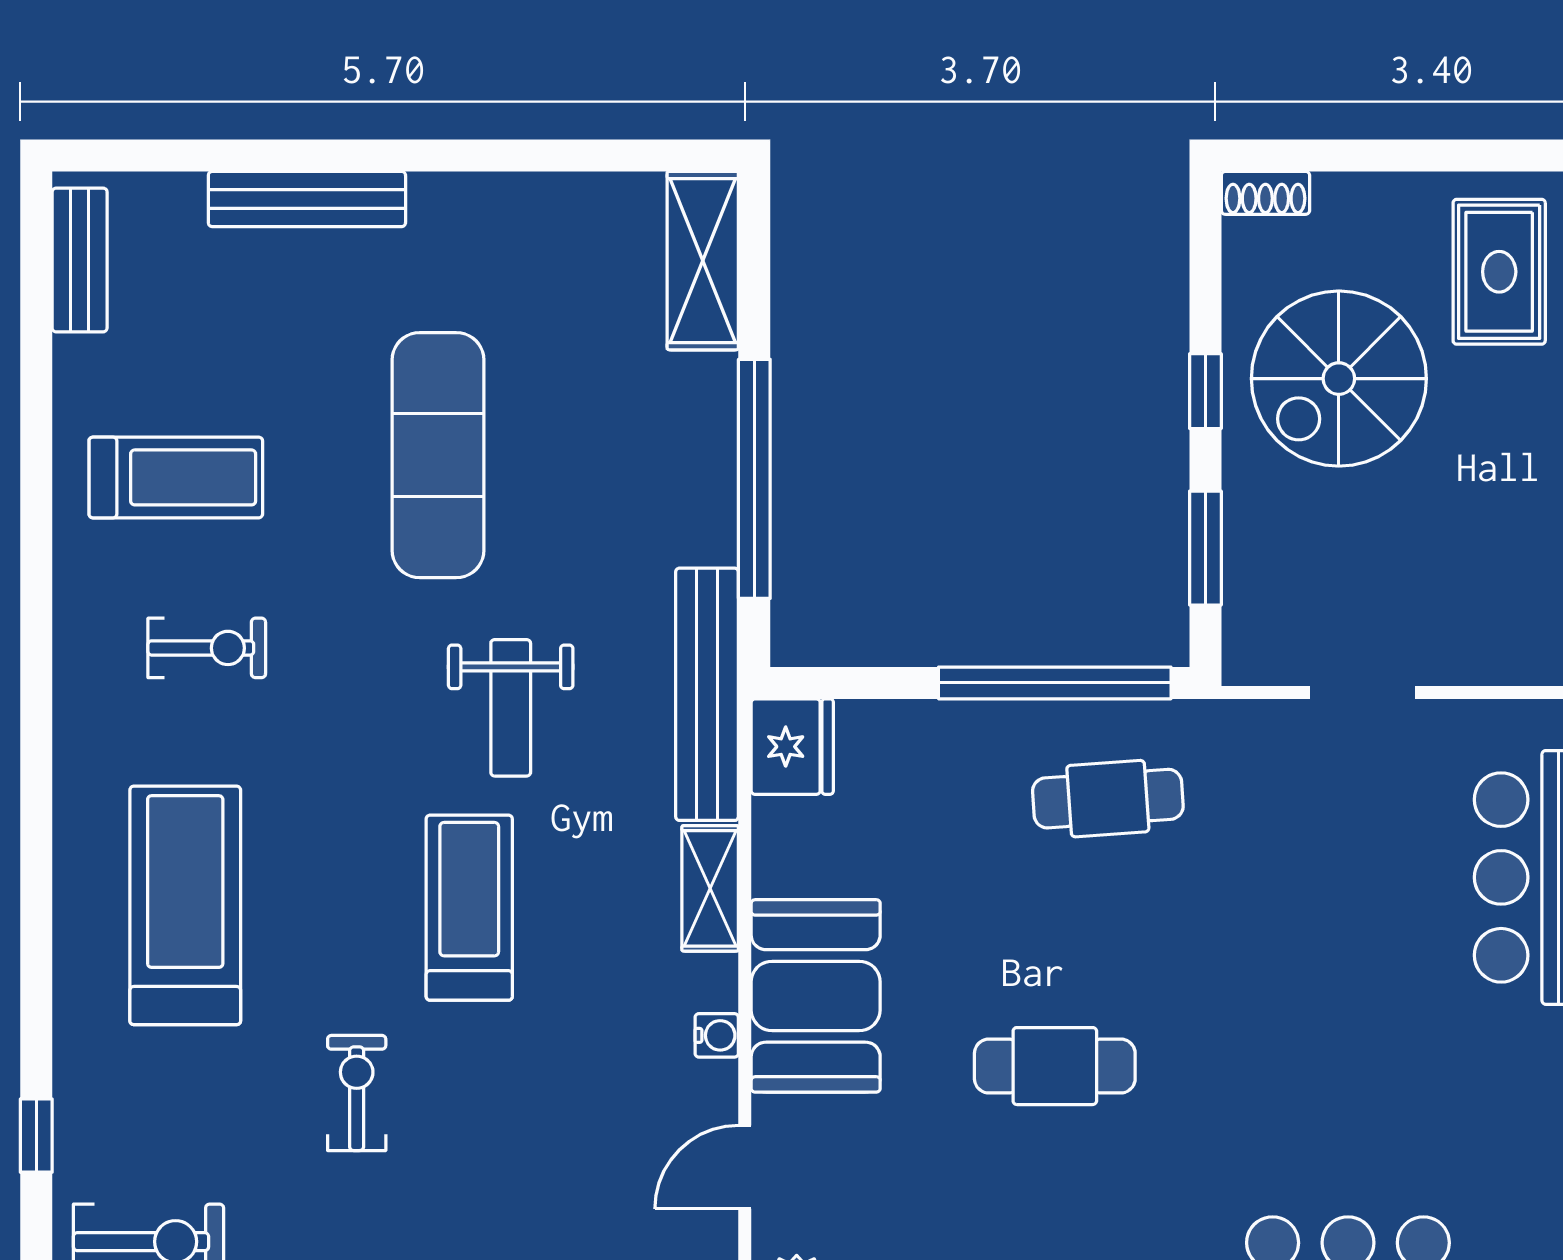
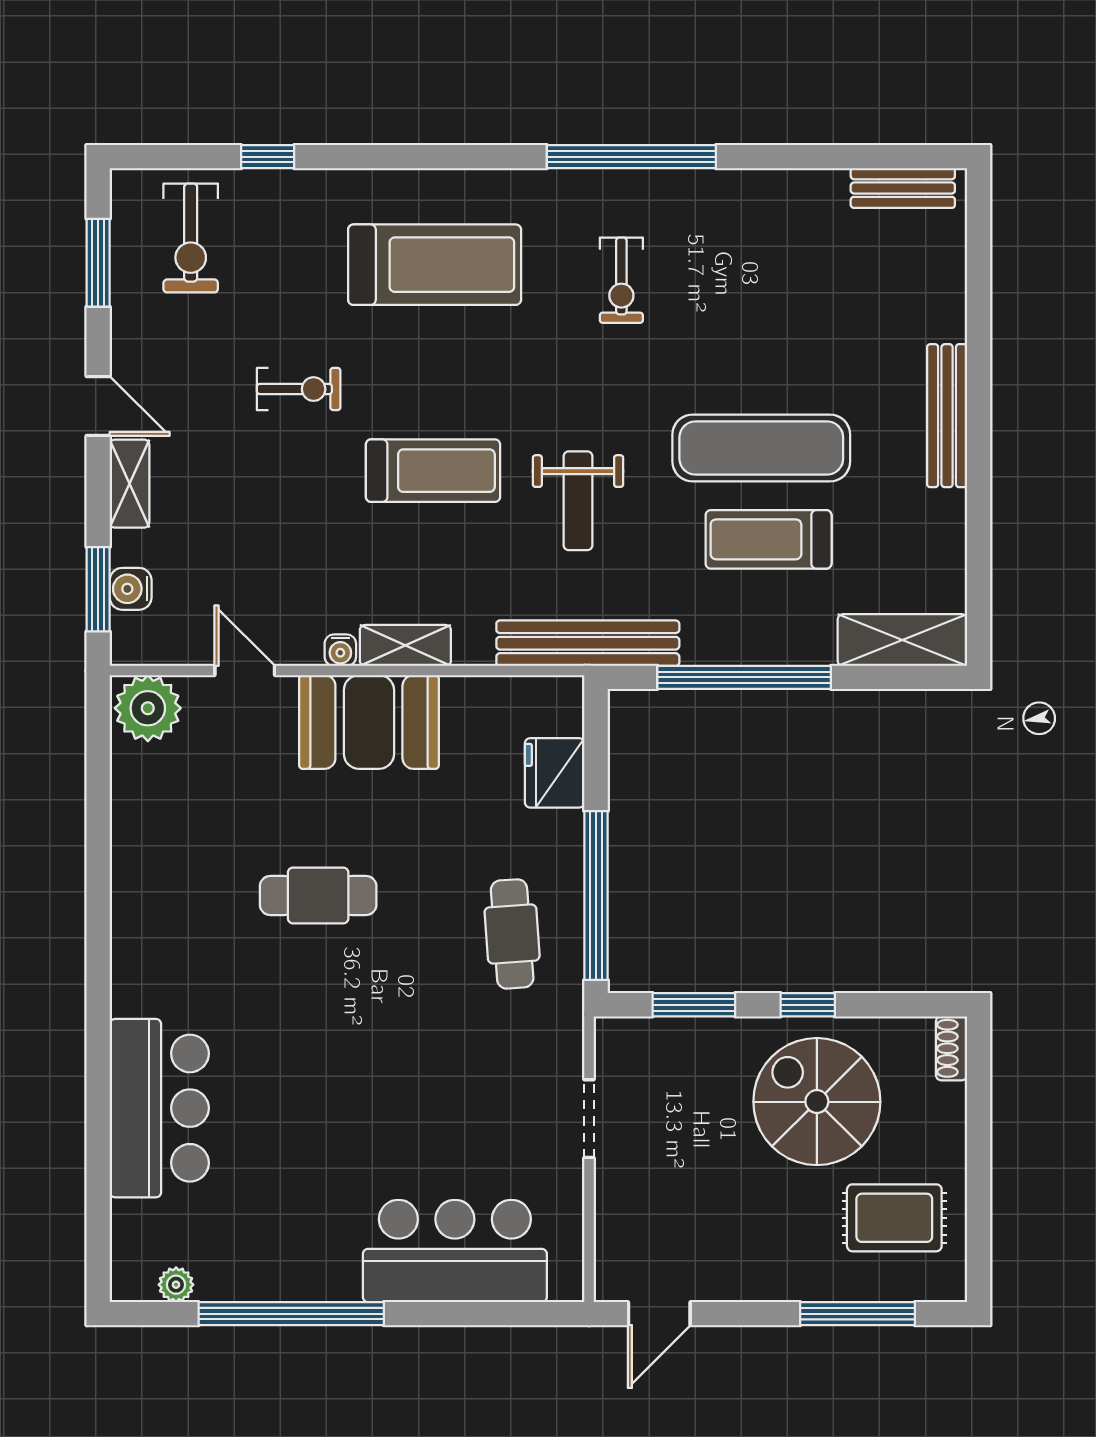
bench: (307, 199) -> (947, 416), moved
treadmill: (176, 477) -> (769, 539), moved, turned 90
window: (36, 634) -> (631, 157), added
weight bench: (511, 708) -> (578, 501), turned -90
fridge: (792, 747) -> (555, 773), moved, turned 90
shelving: (710, 888) -> (405, 645), moved
cafe table: (1055, 1066) -> (318, 895), turned 90

